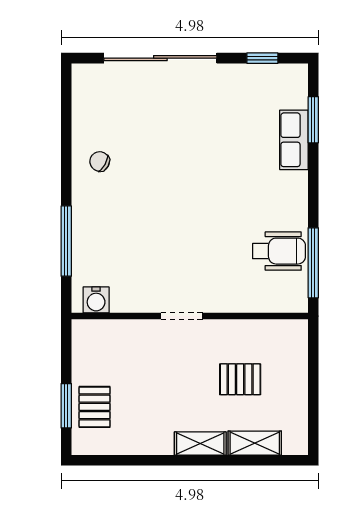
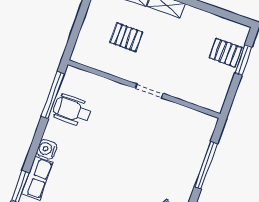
water cooler: (96, 300) -> (47, 149), moved, turned -90
pallet: (95, 407) -> (225, 53), turned 90

